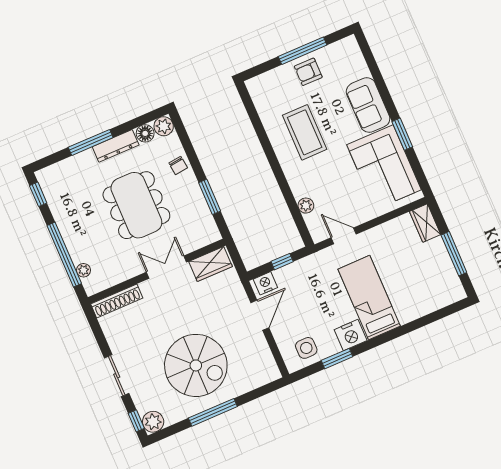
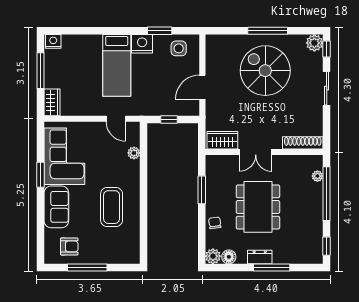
armchair: (308, 72) -> (69, 246), moved
dresser: (116, 146) -> (260, 257), width x0.70
nightstand: (265, 283) -> (53, 41), moved, turned 180

